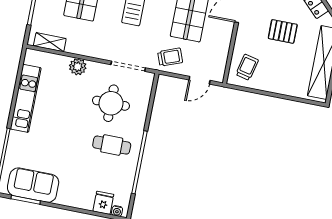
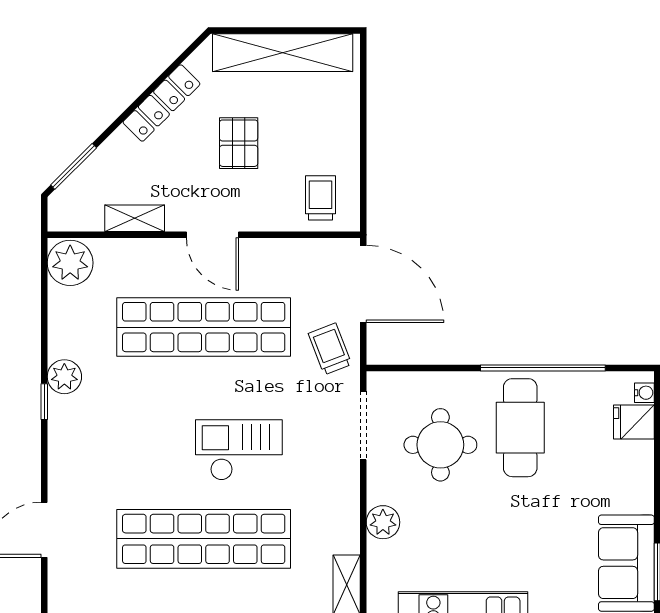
trolley: (247, 67) -> (321, 198), turned 77
door: (200, 80) -> (363, 284), width x1.88
cafe table: (112, 145) -> (520, 428), width x1.37, depth x1.35

